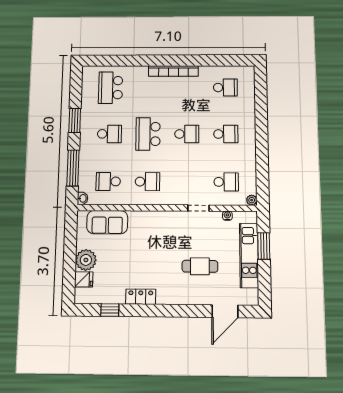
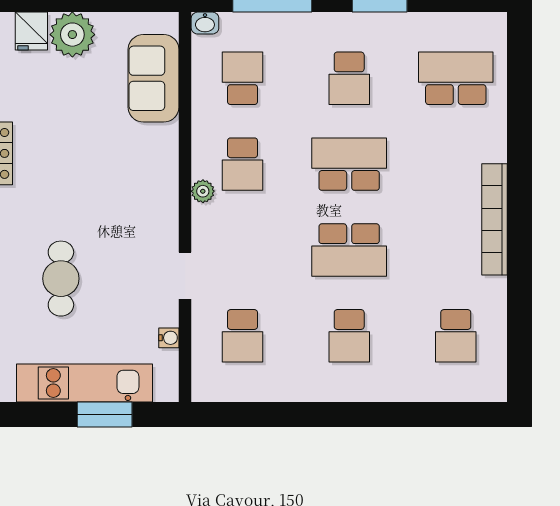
school desk: (187, 134) -> (349, 250), width x1.85
plant: (252, 200) -> (203, 191), moved

